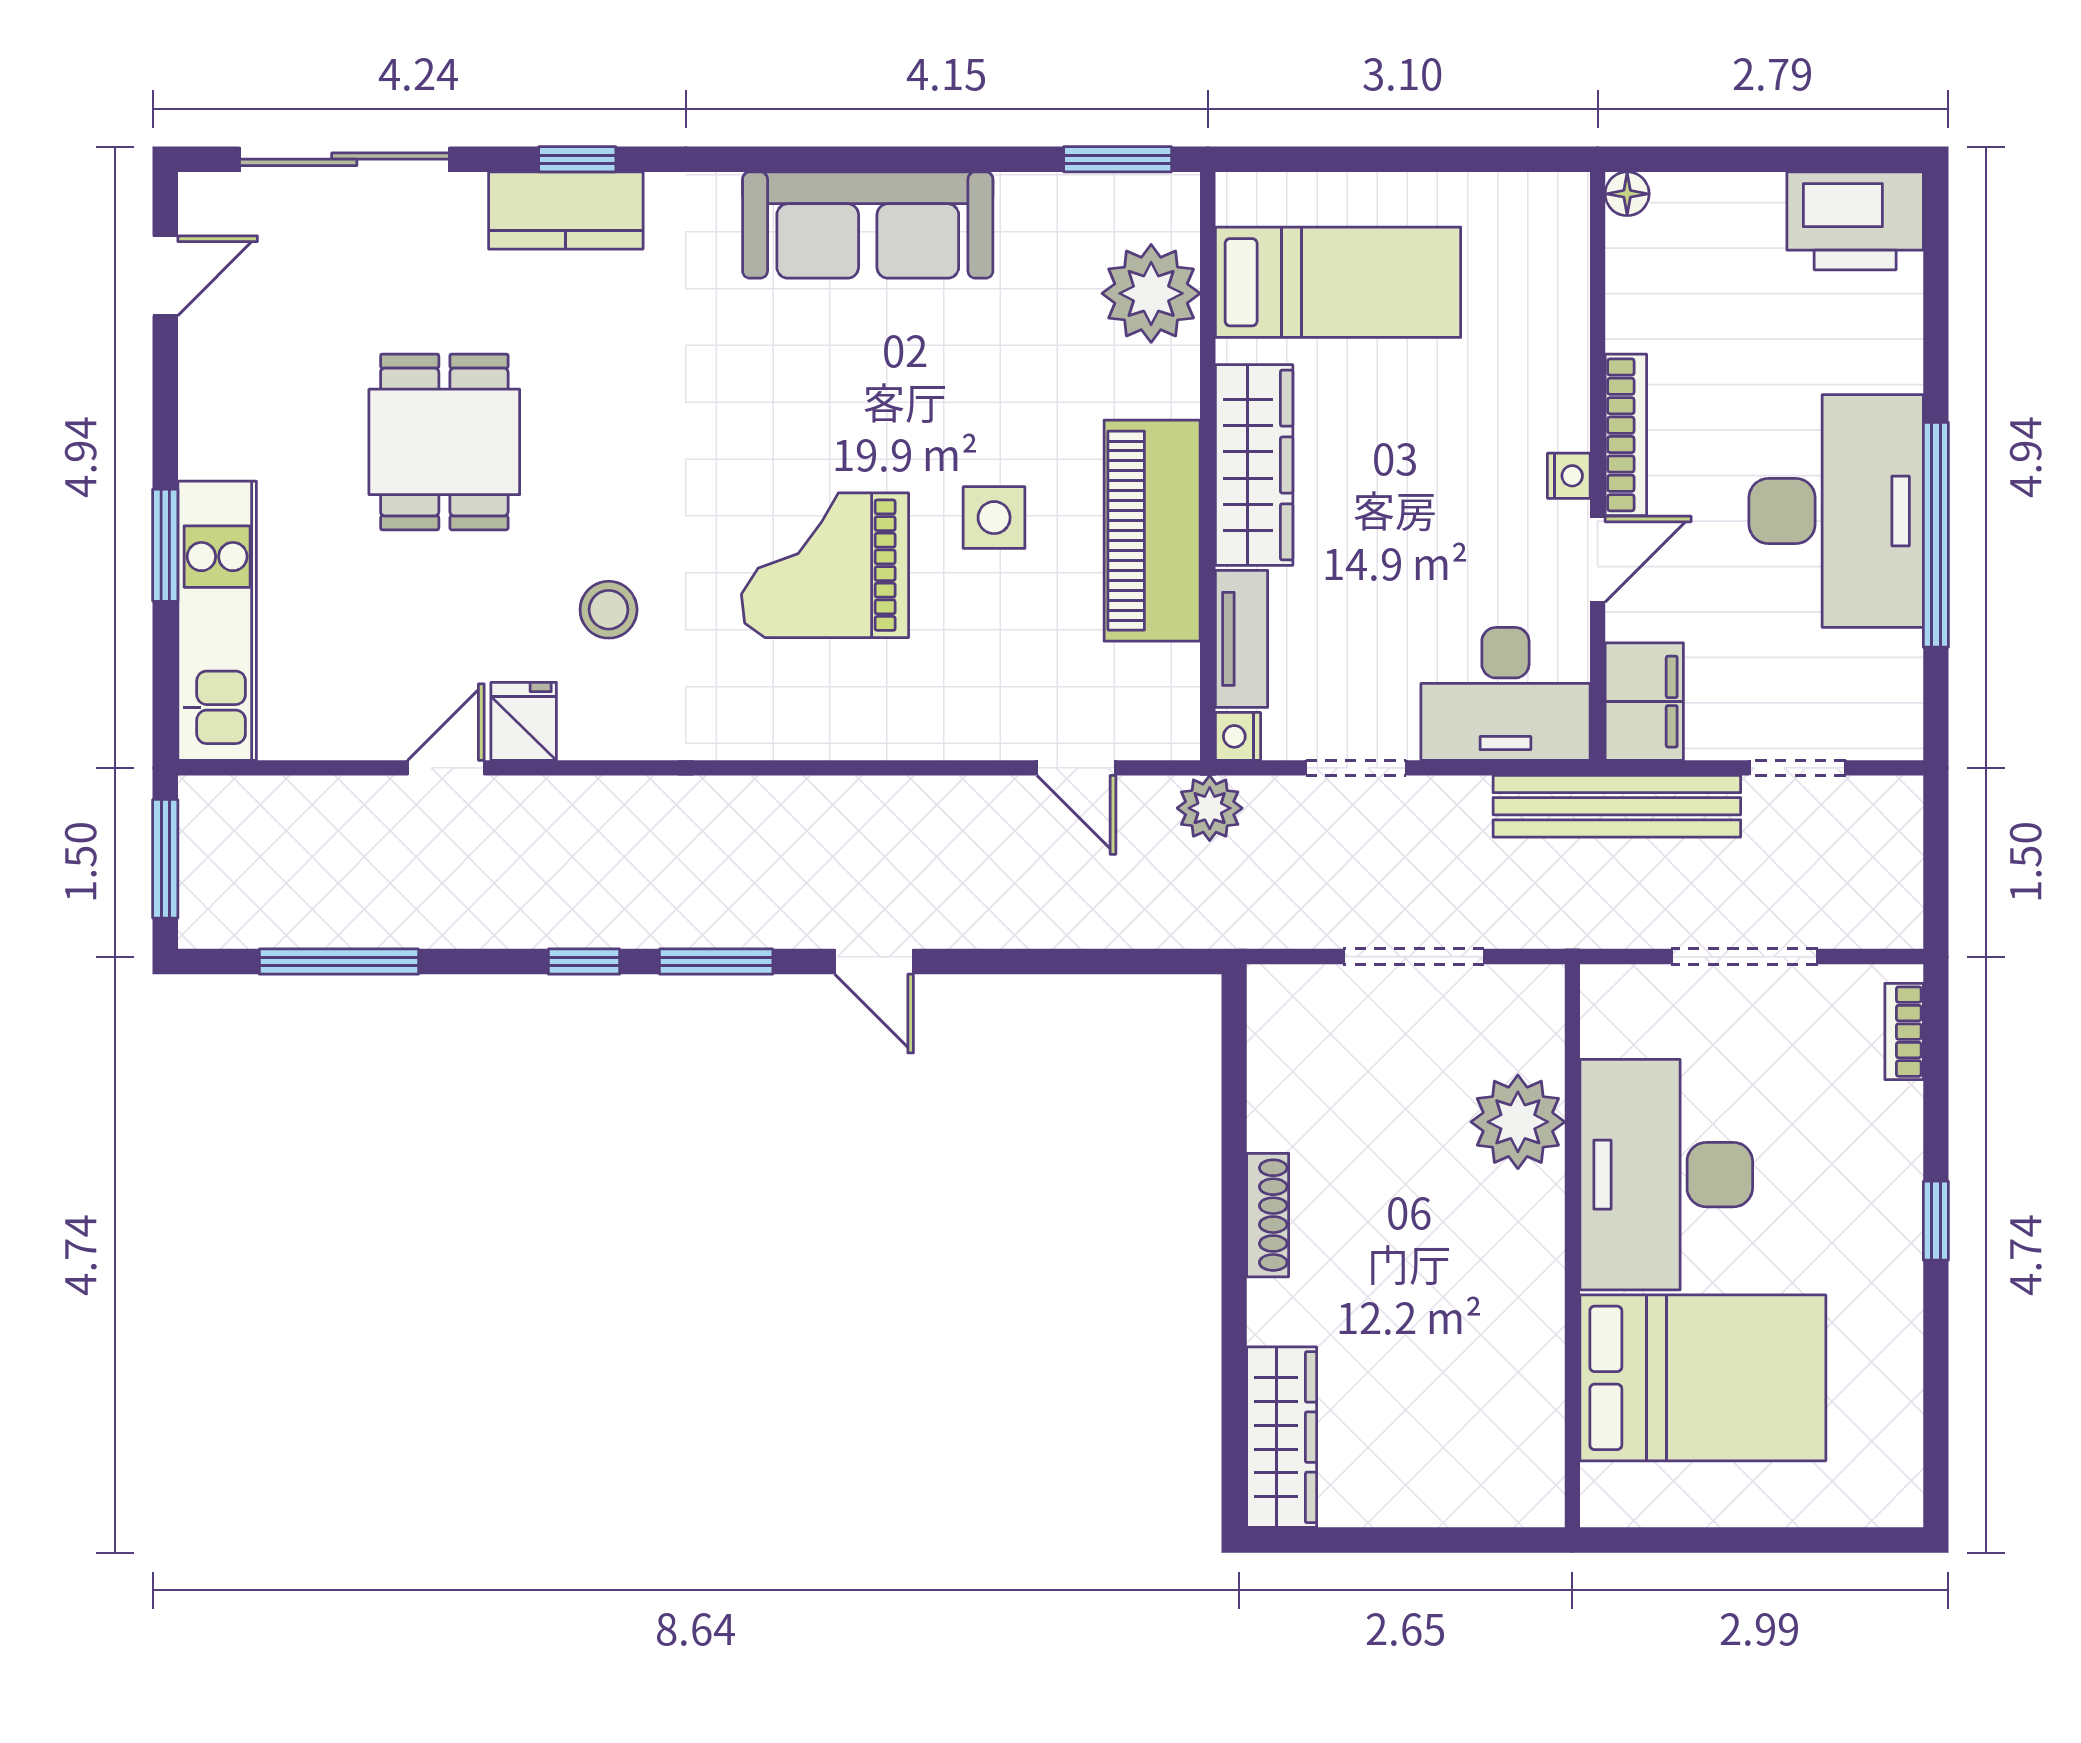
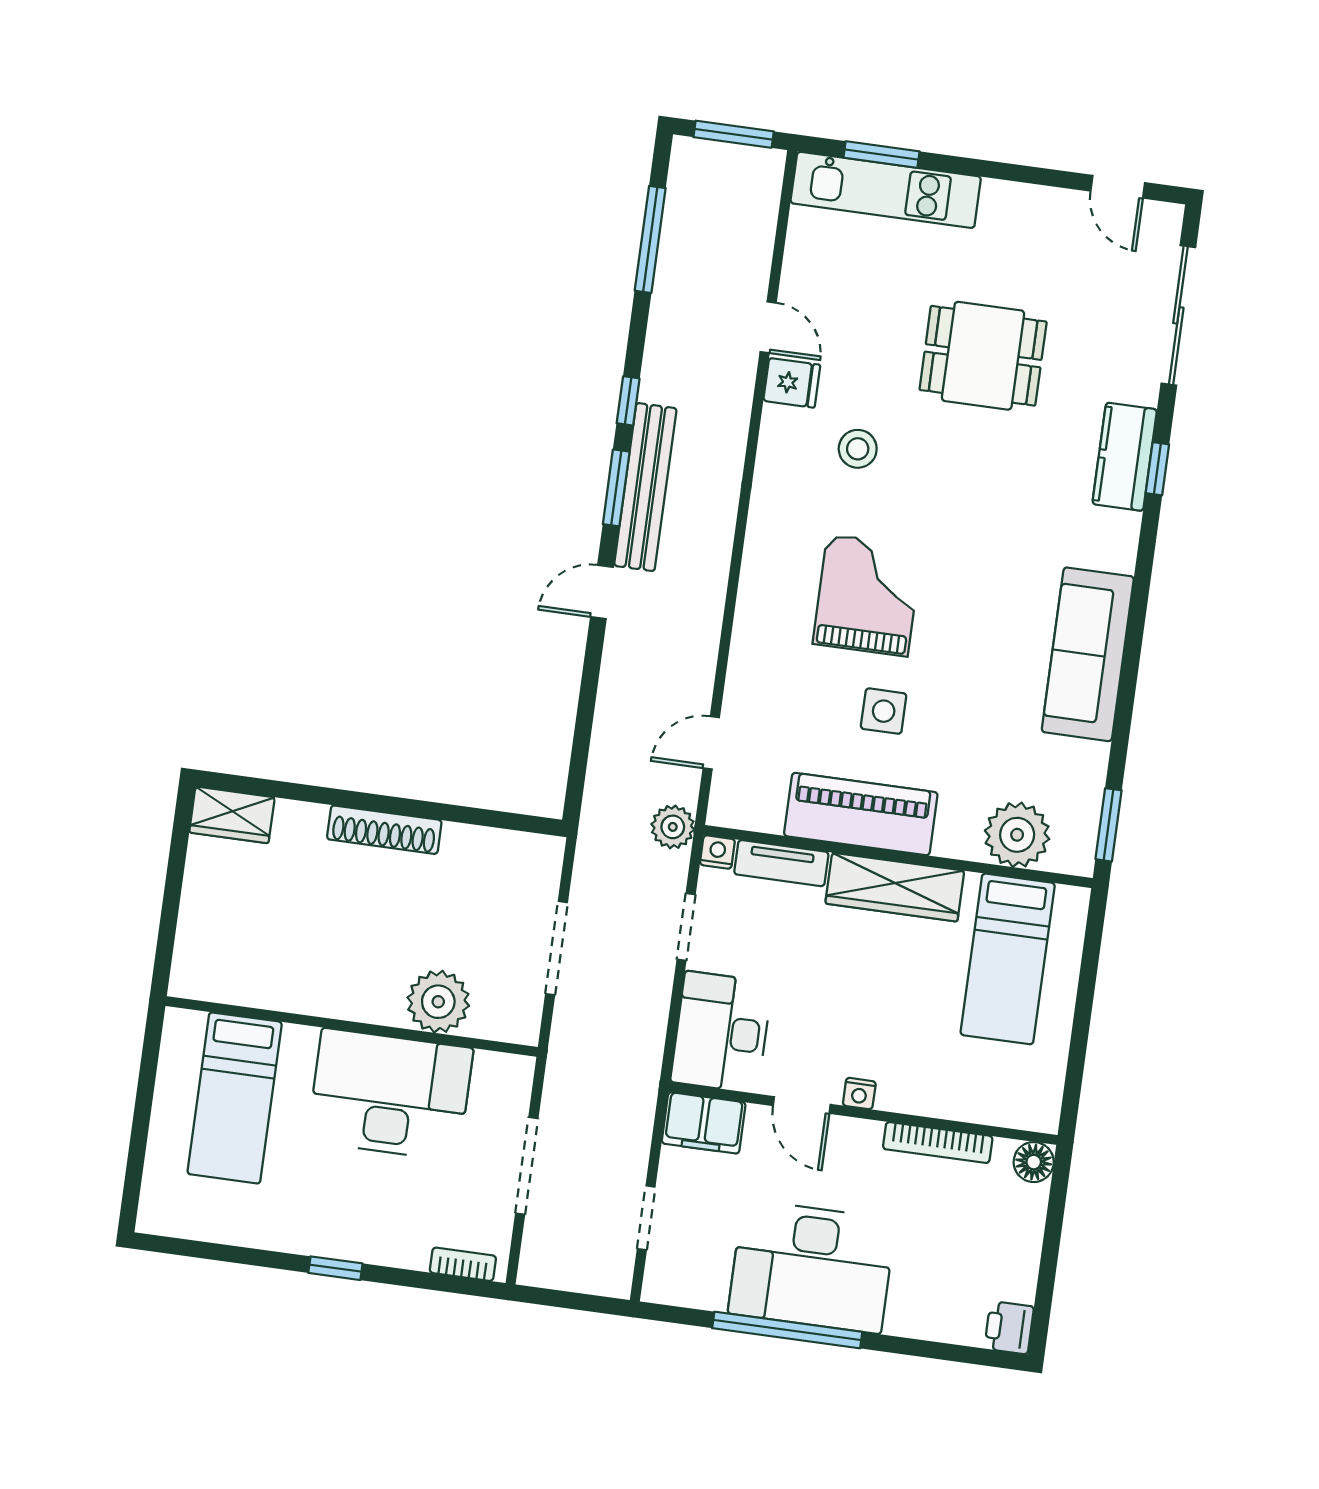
floor lamp: (1627, 194) -> (1034, 1162), width x1.37, depth x1.37
printer: (1855, 221) -> (1009, 1328), width x0.53, depth x0.68
bookcase: (1626, 435) -> (938, 1143), moved
window: (165, 545) -> (881, 154), moved
bench: (1617, 806) -> (645, 487), moved
shoe rack: (1268, 1215) -> (384, 830), width x1.36, depth x1.24
bed: (1703, 1378) -> (235, 1098), width x0.67
wardrobe: (1282, 1437) -> (232, 815), width x0.67

